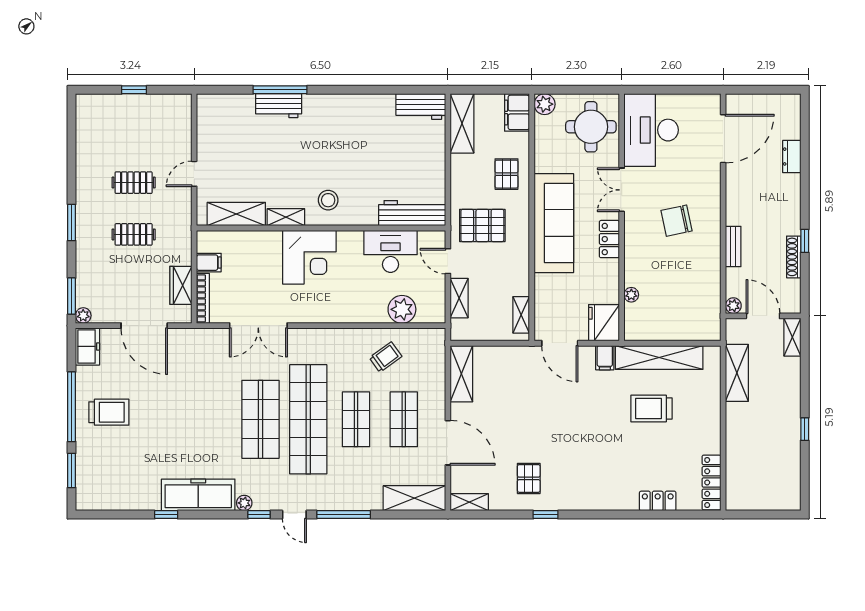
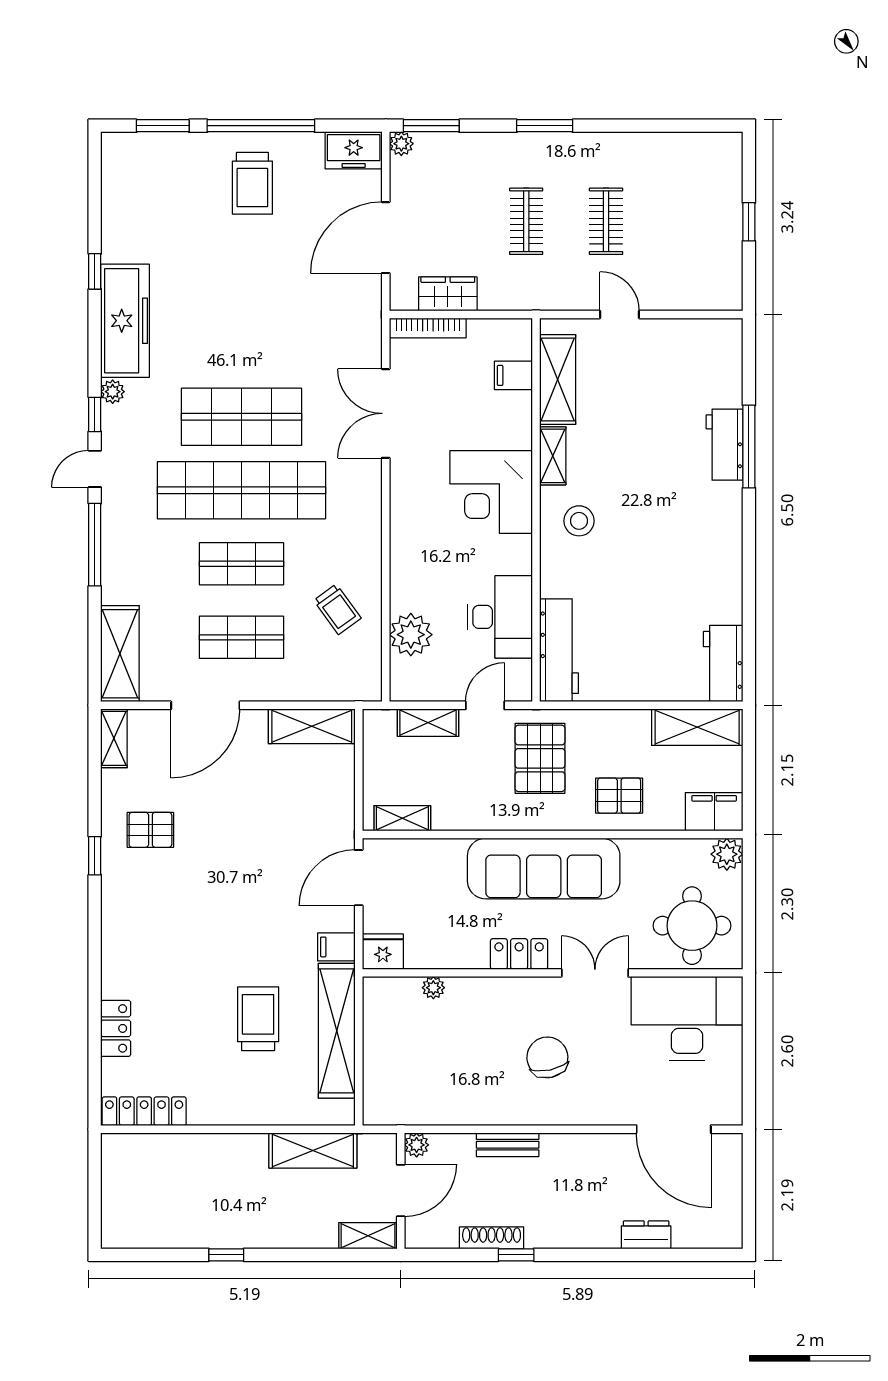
filing cabinet: (209, 263) -> (513, 375), moved, turned 90
fridge: (604, 323) -> (383, 952), width x0.73, depth x0.75

